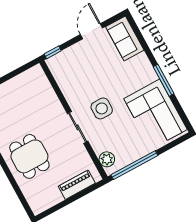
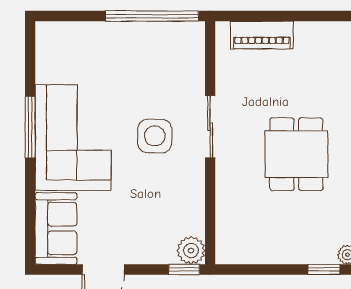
corner sofa: (155, 114) -> (73, 138), moved
dining table: (29, 156) -> (296, 154), moved
plant: (107, 159) -> (191, 250), moved

